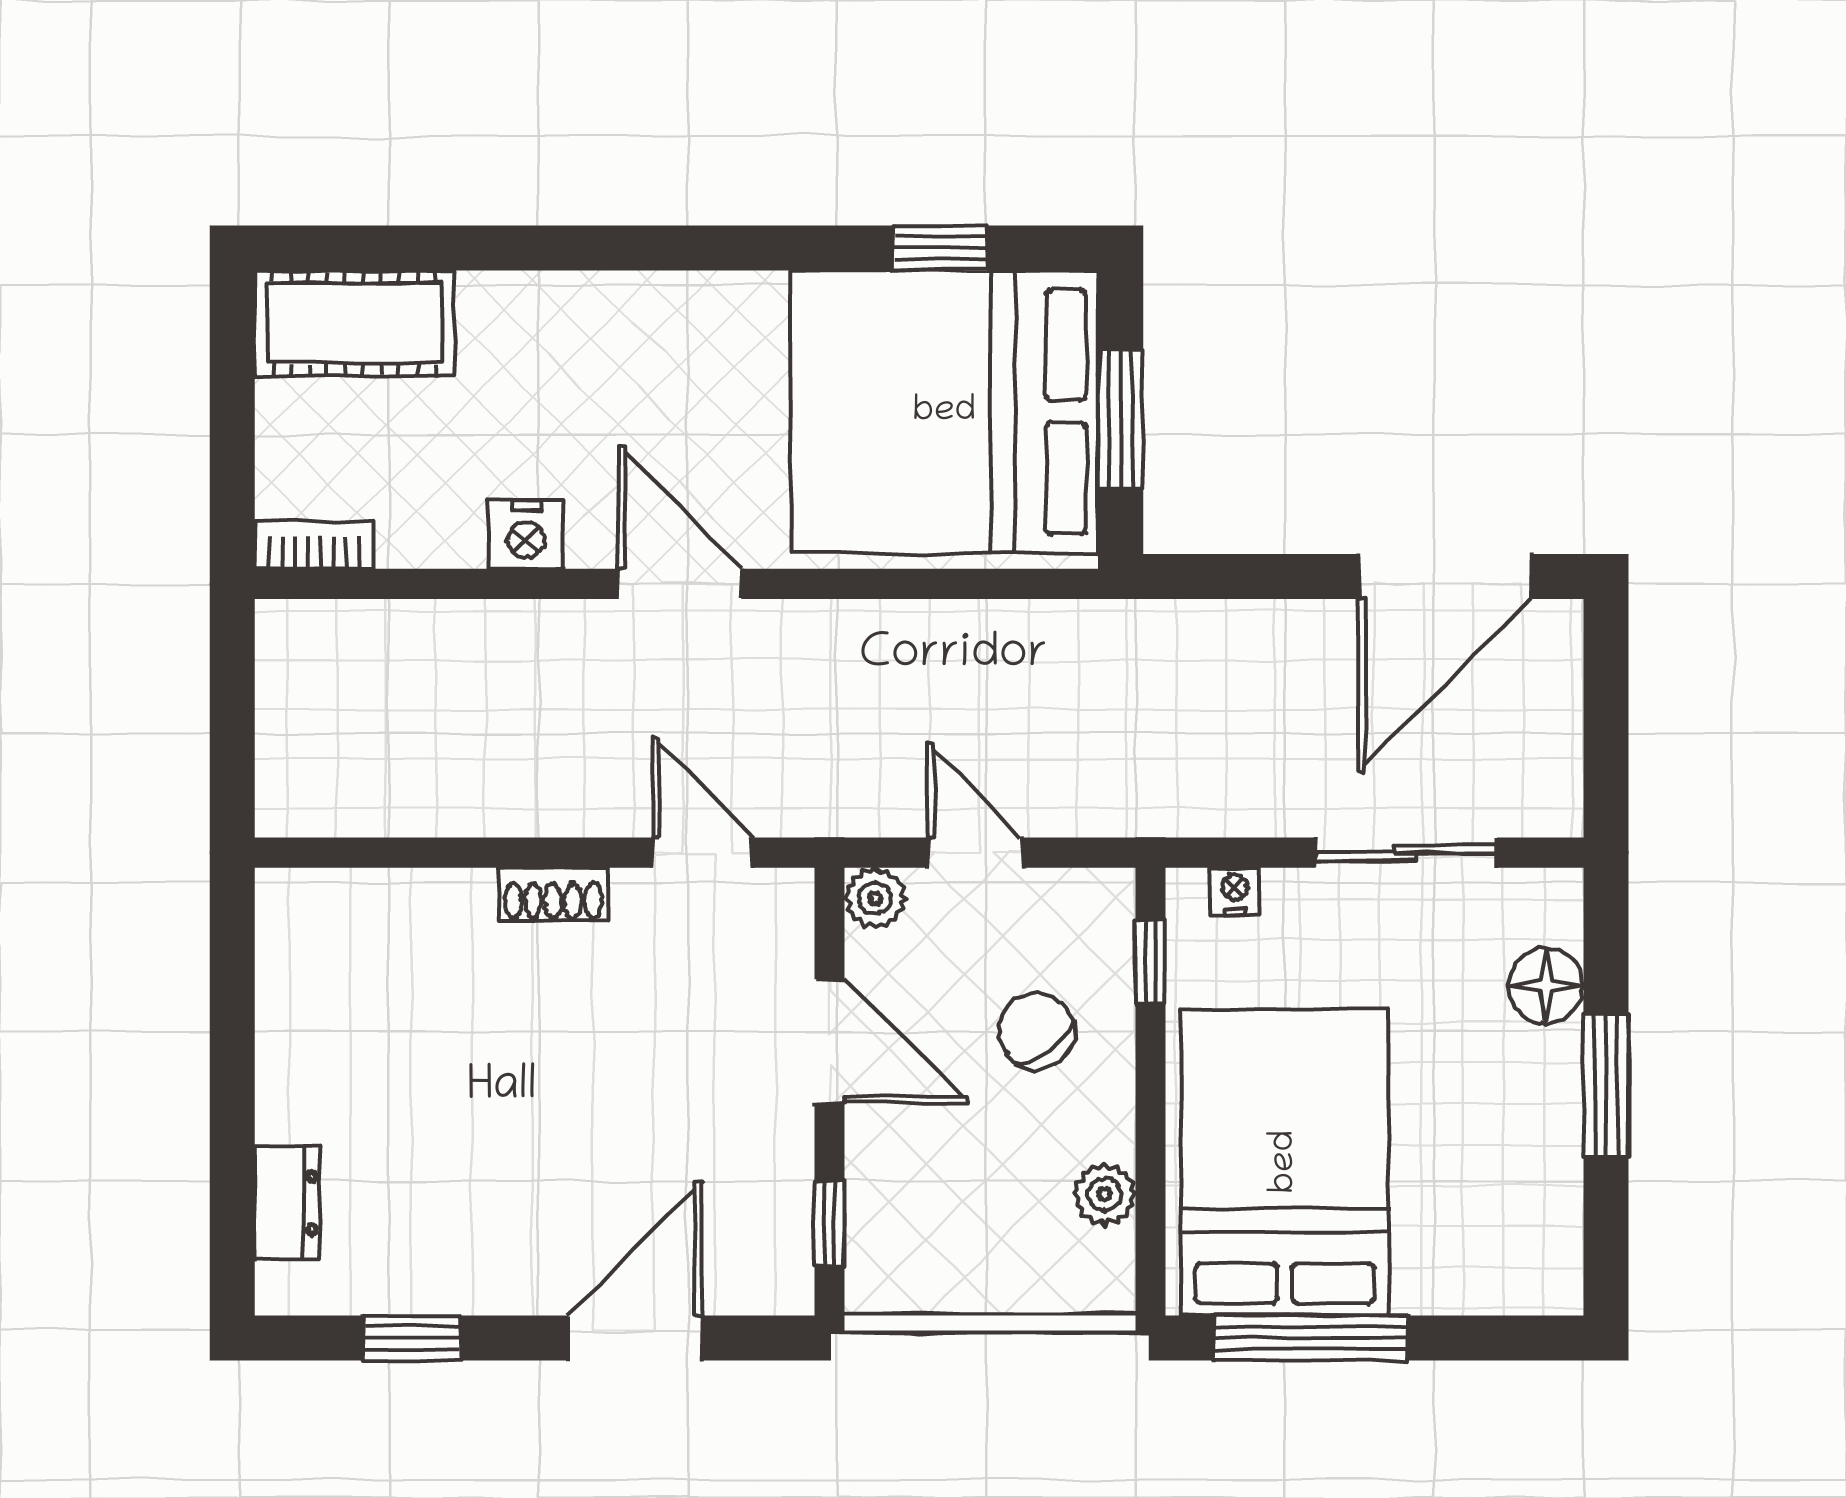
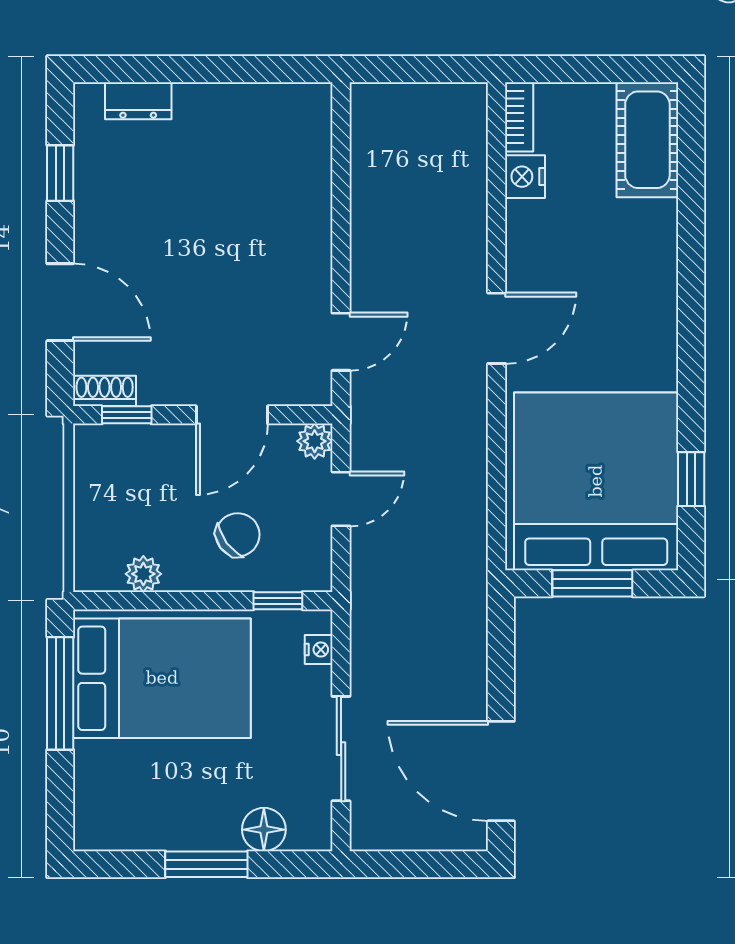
nightstand: (526, 535) -> (525, 177), moved
shoe rack: (553, 894) -> (105, 391), moved, turned 90

